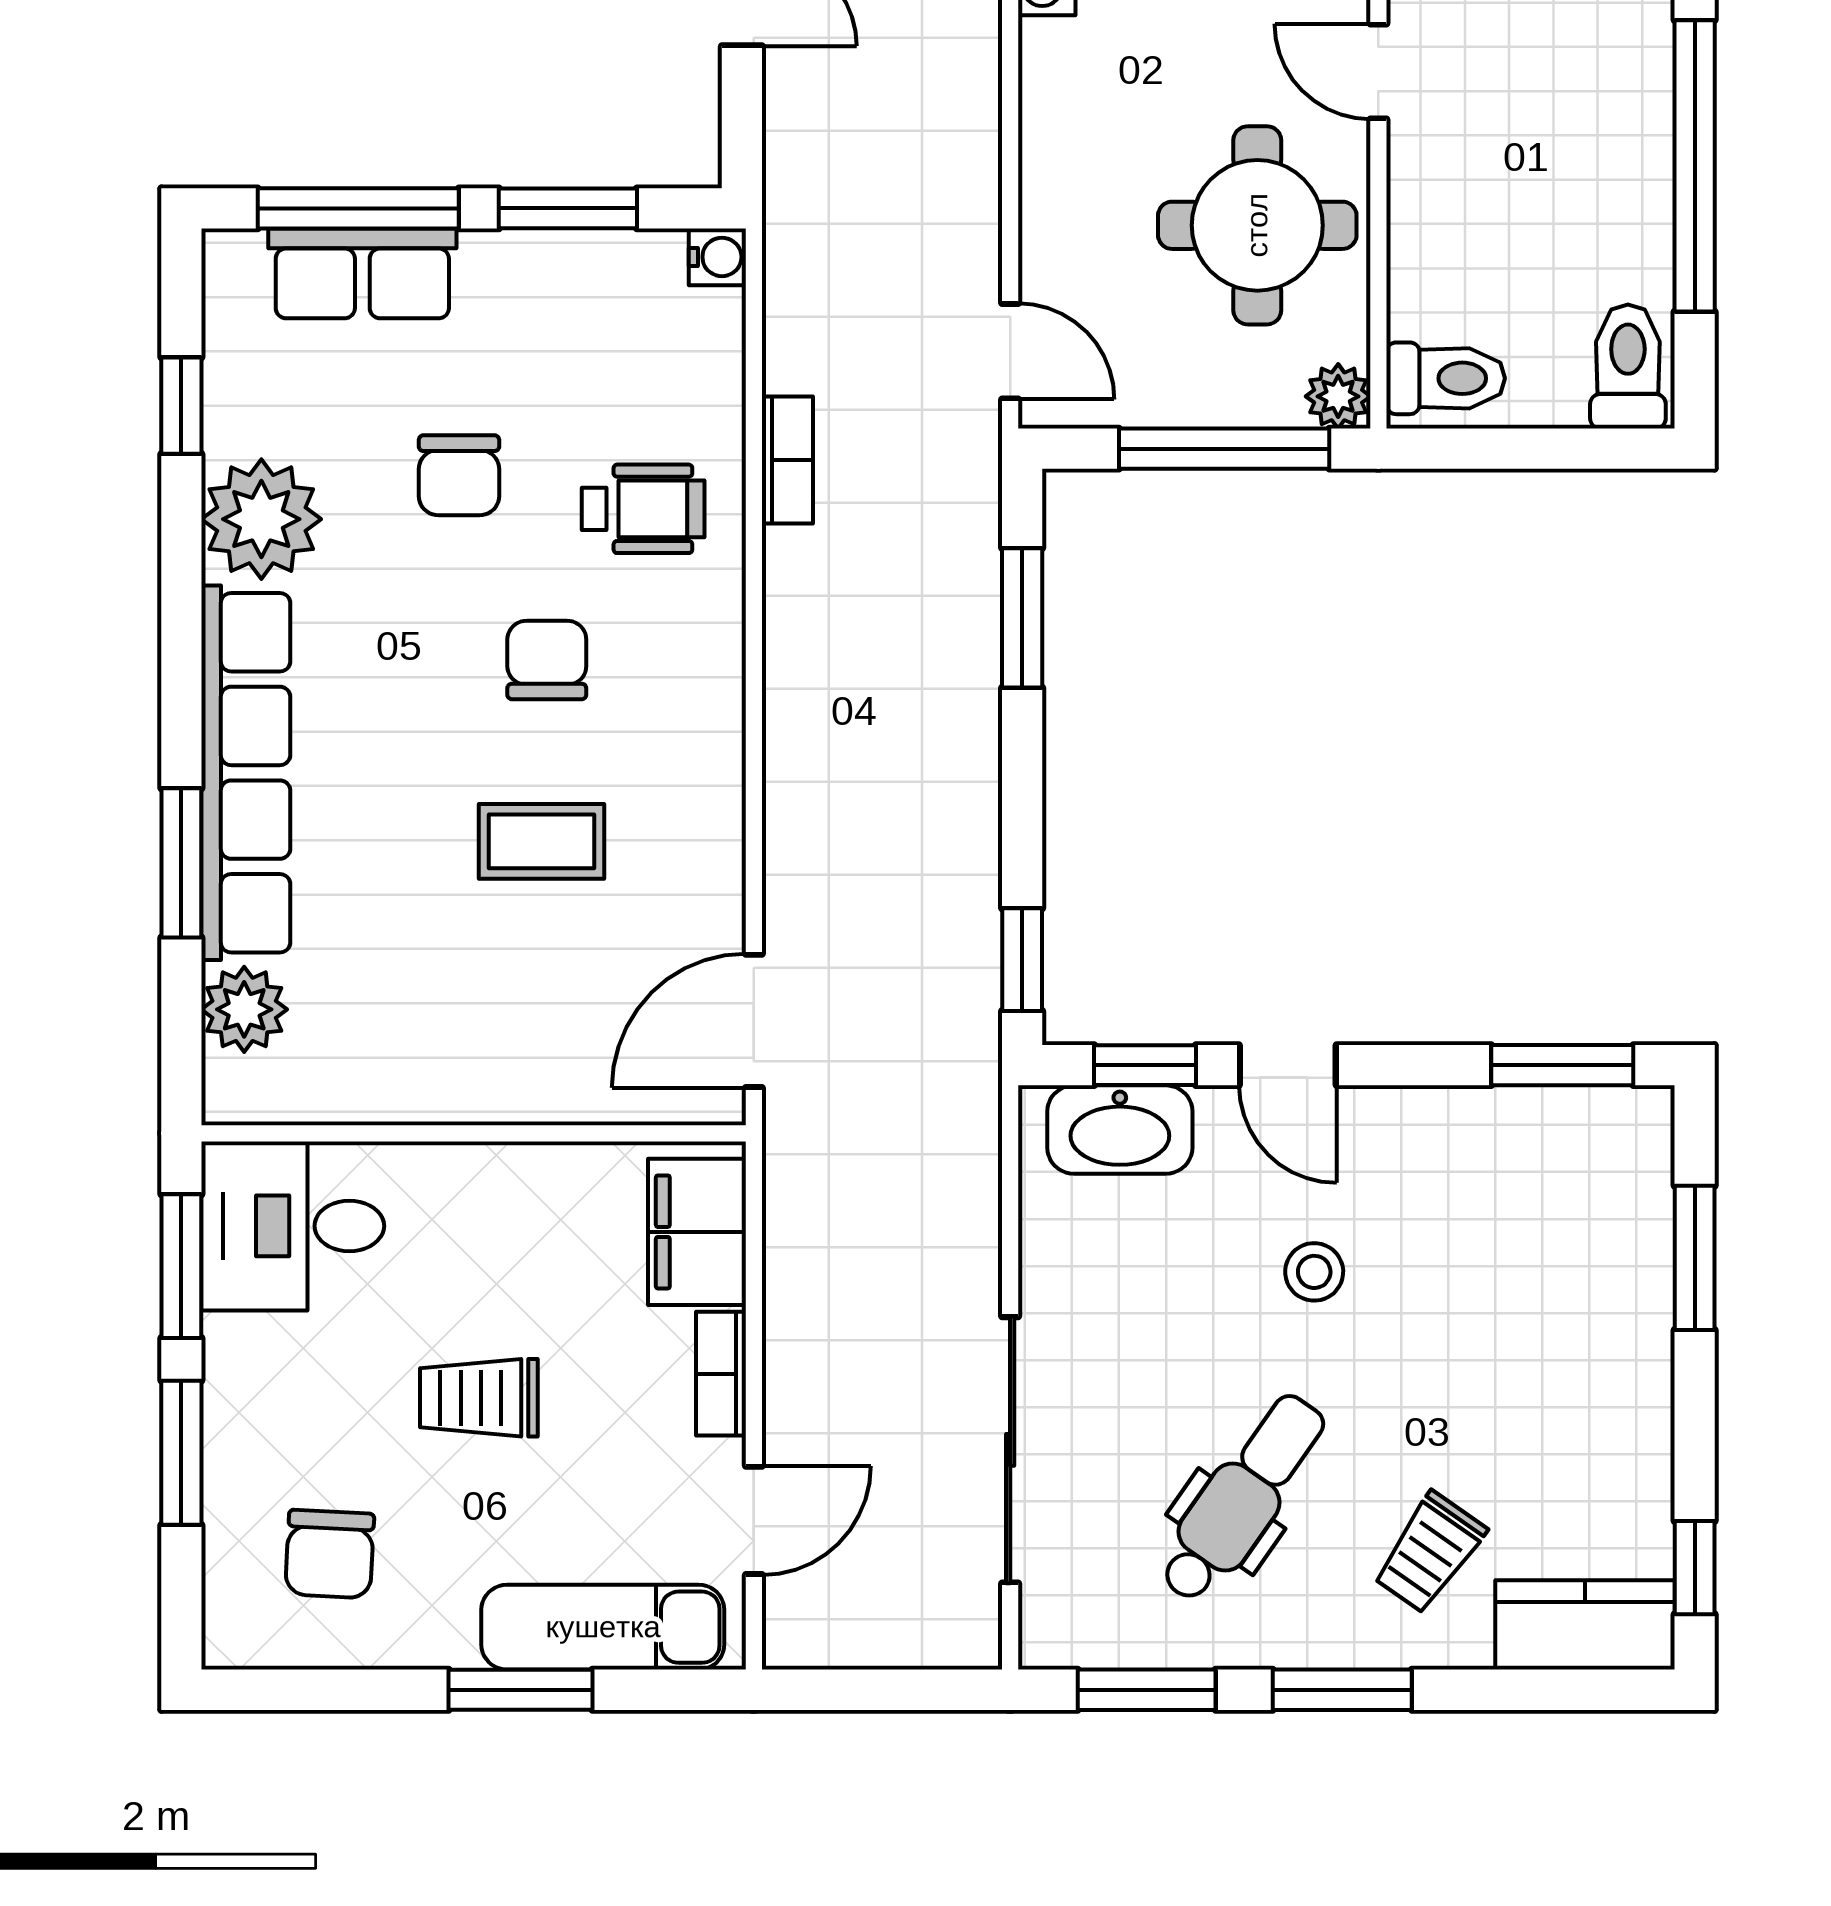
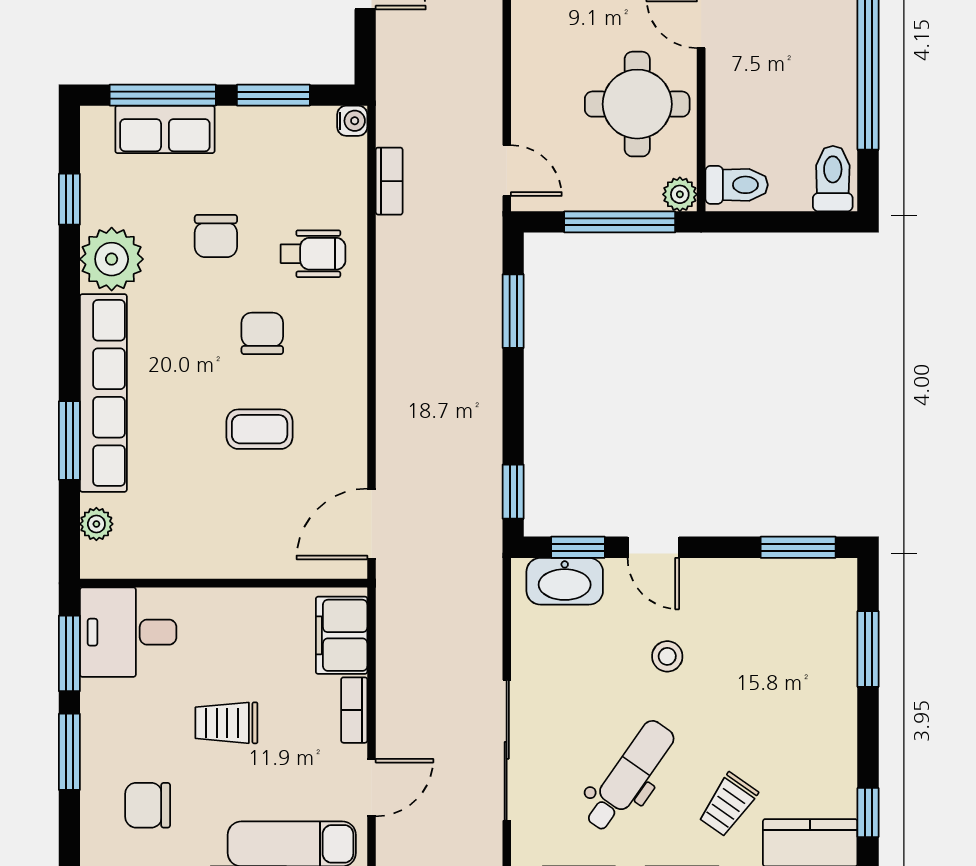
bookcase: (787, 460) -> (389, 181), moved
plant: (244, 1009) -> (96, 524), width x0.73, depth x0.73
chair: (330, 1554) -> (148, 805), turned 87

